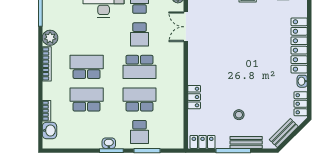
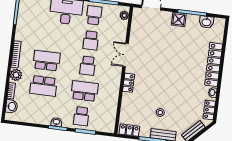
double door: (186, 27) -> (125, 55), moved
plant: (50, 38) -> (16, 75), moved
school desk: (139, 67) -> (88, 66), width x0.54
locker: (194, 97) -> (129, 83), moved
school desk: (87, 99) -> (43, 86), turned 180

